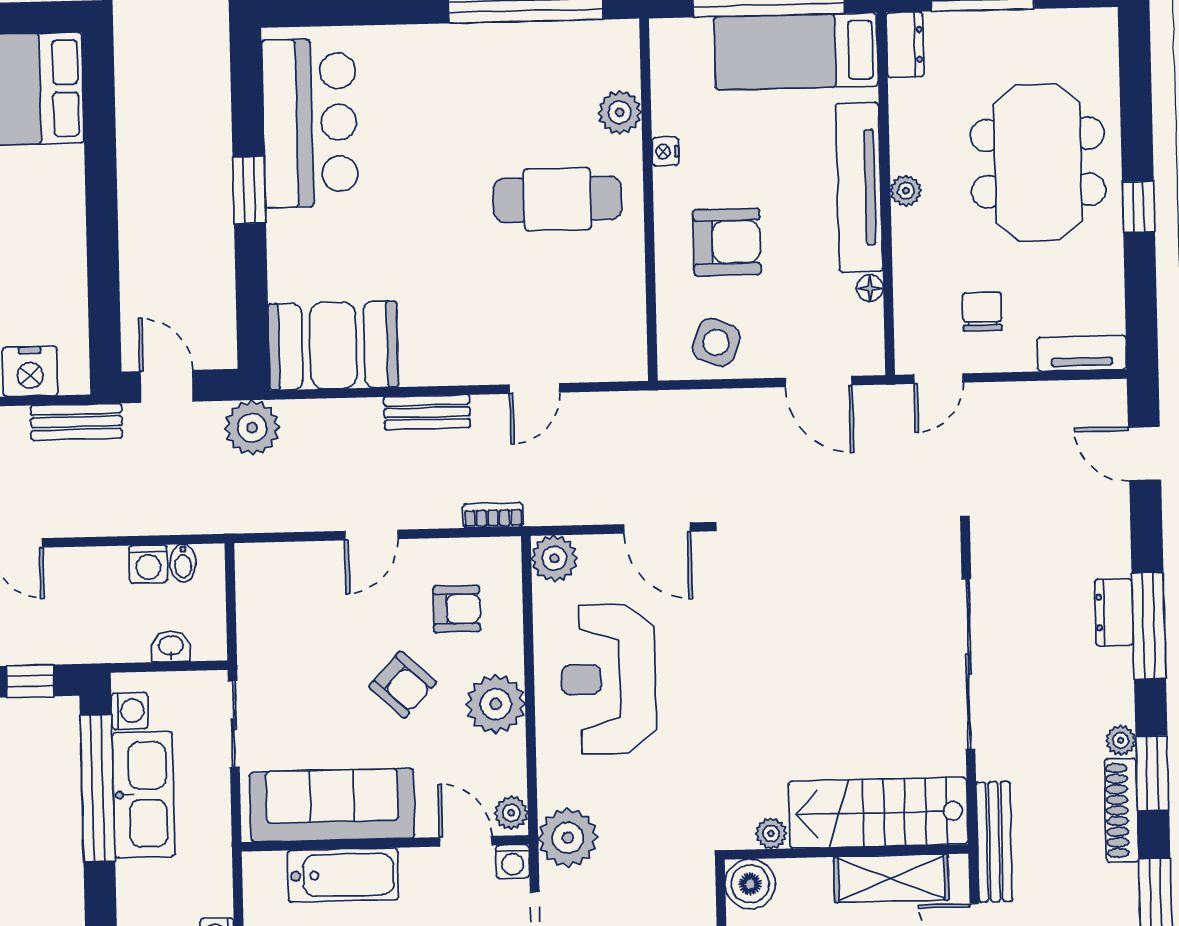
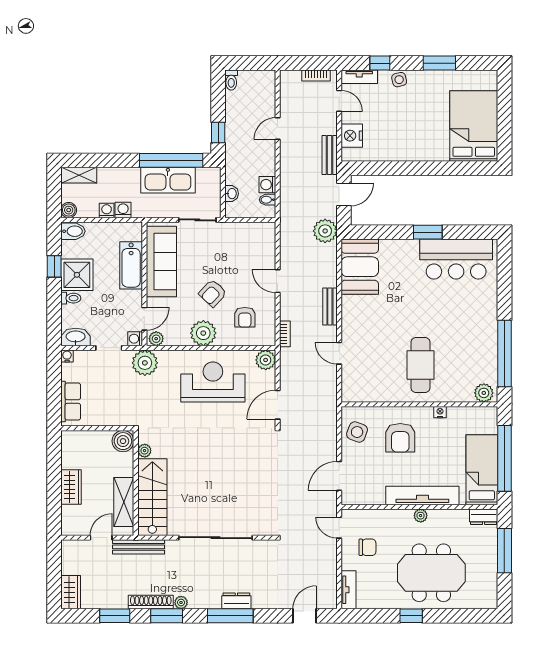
plant: (620, 112) -> (484, 393), moved
floor lamp: (870, 288) -> (379, 499), removed
washing machine: (130, 711) -> (123, 210), moved, turned 180

